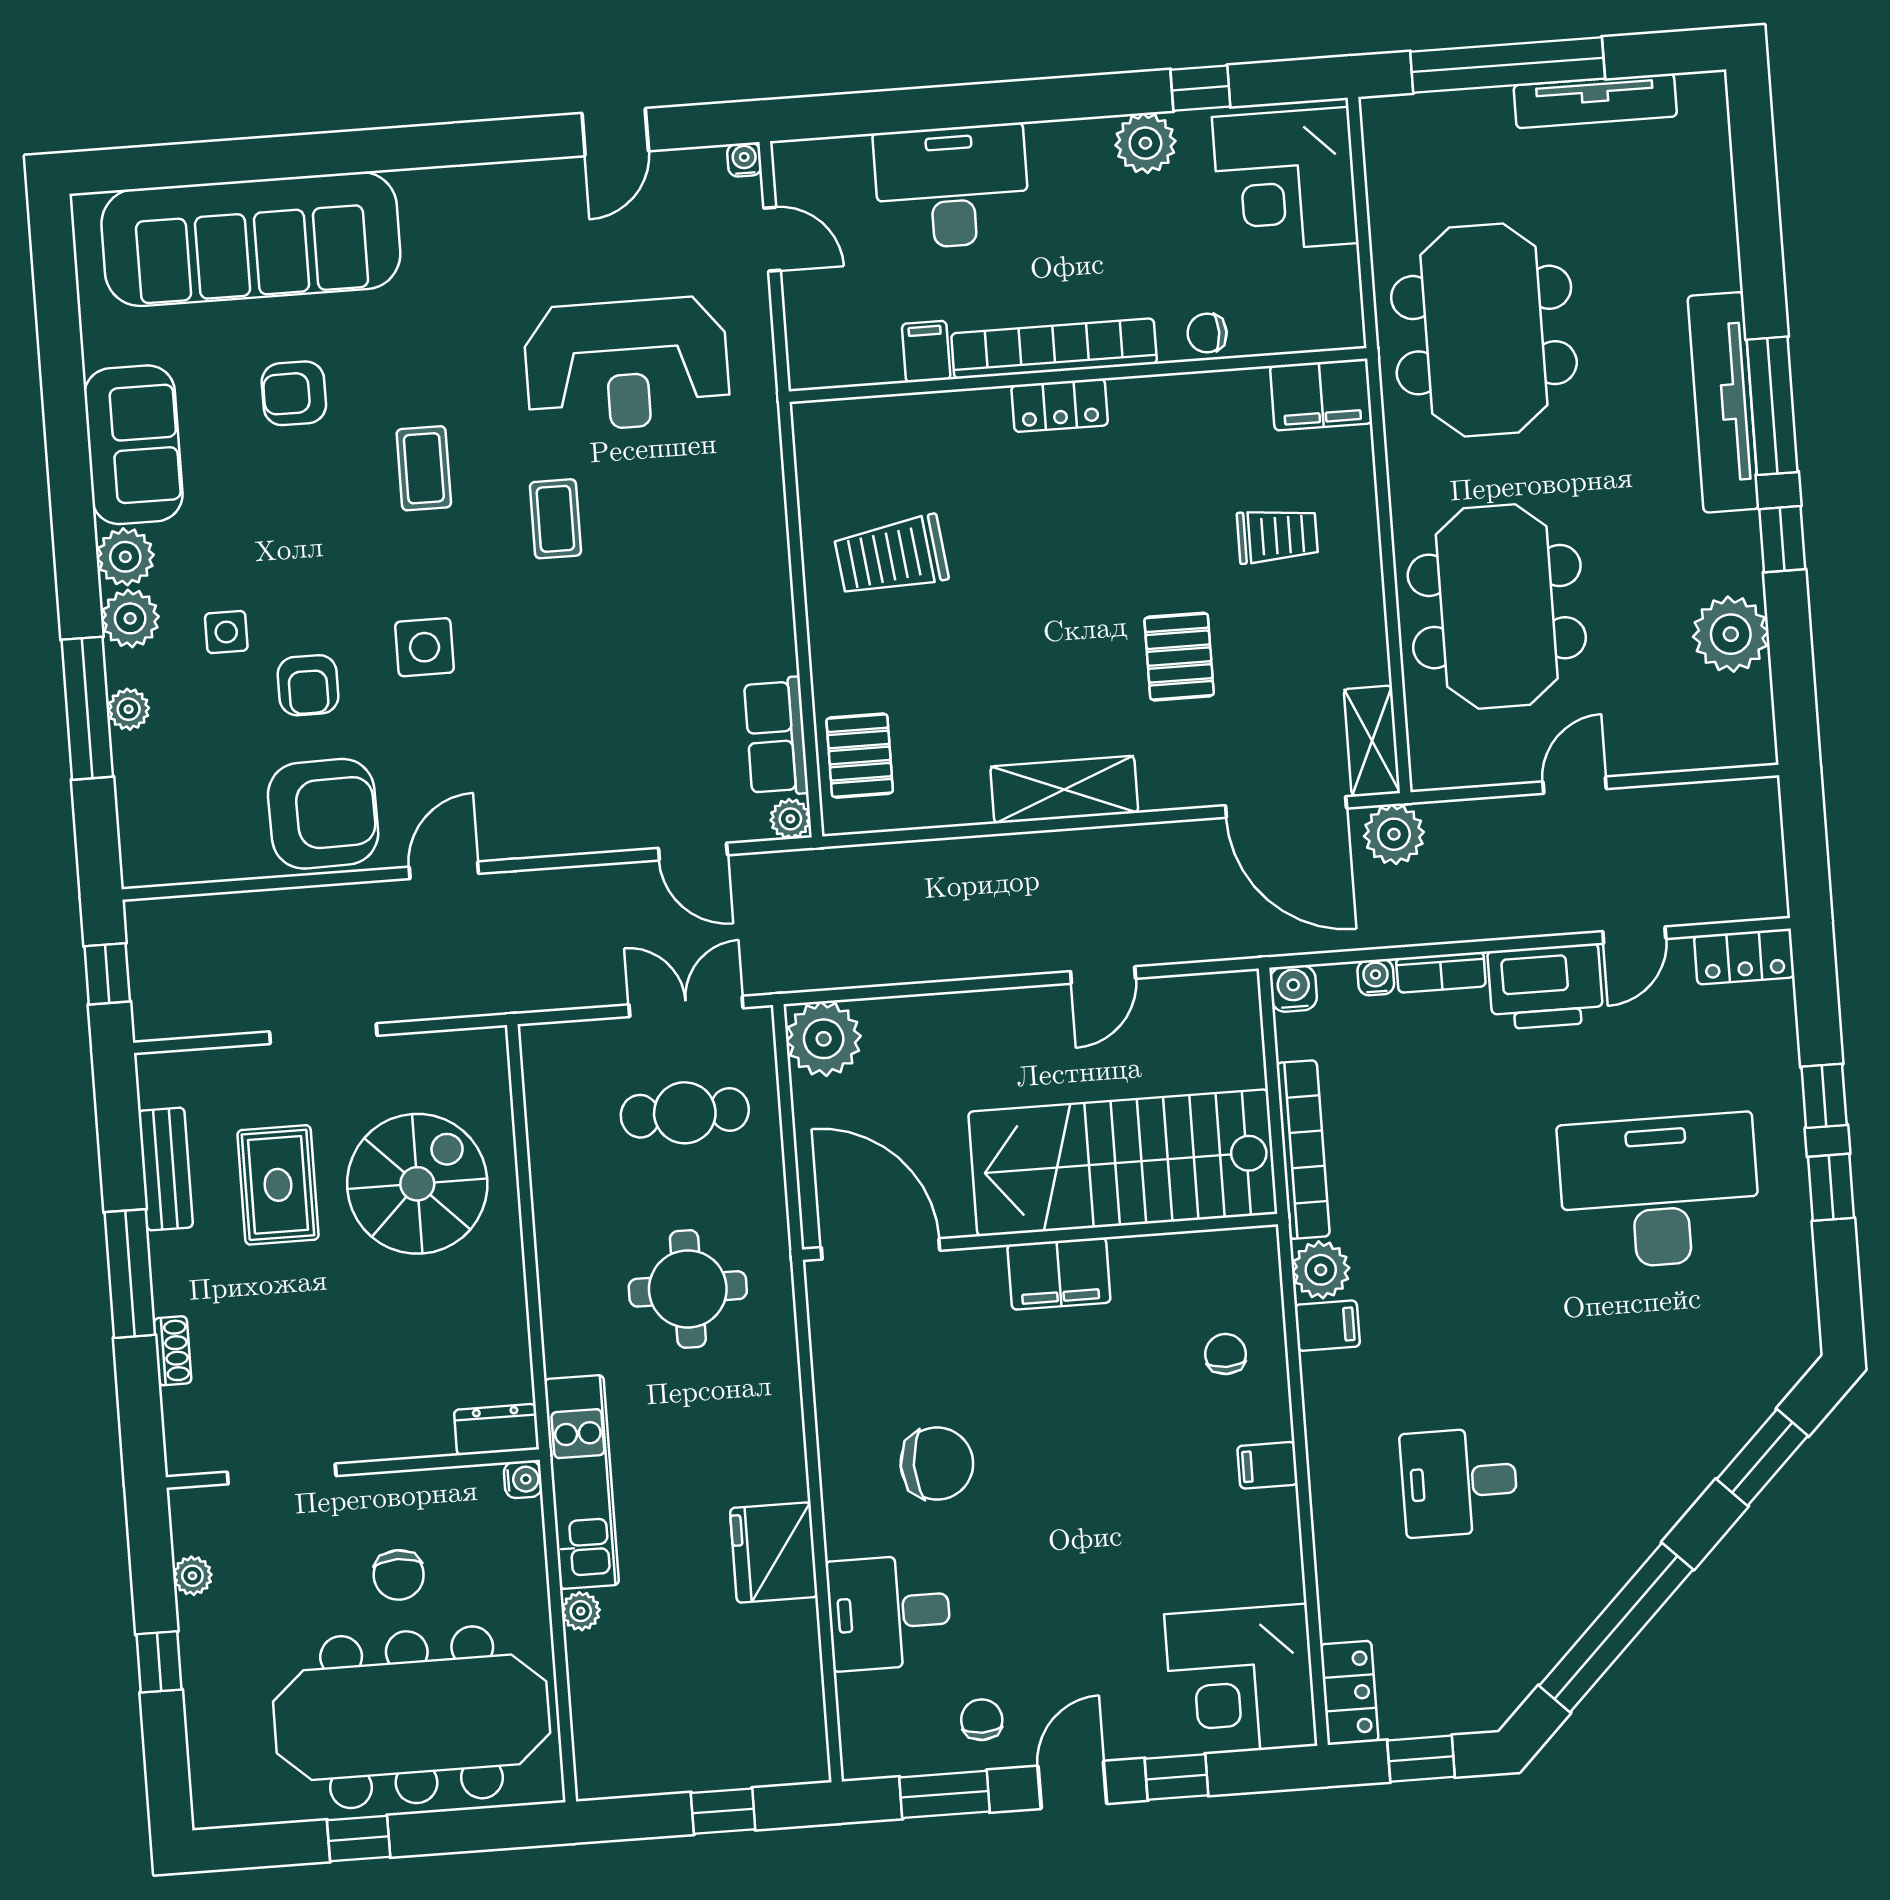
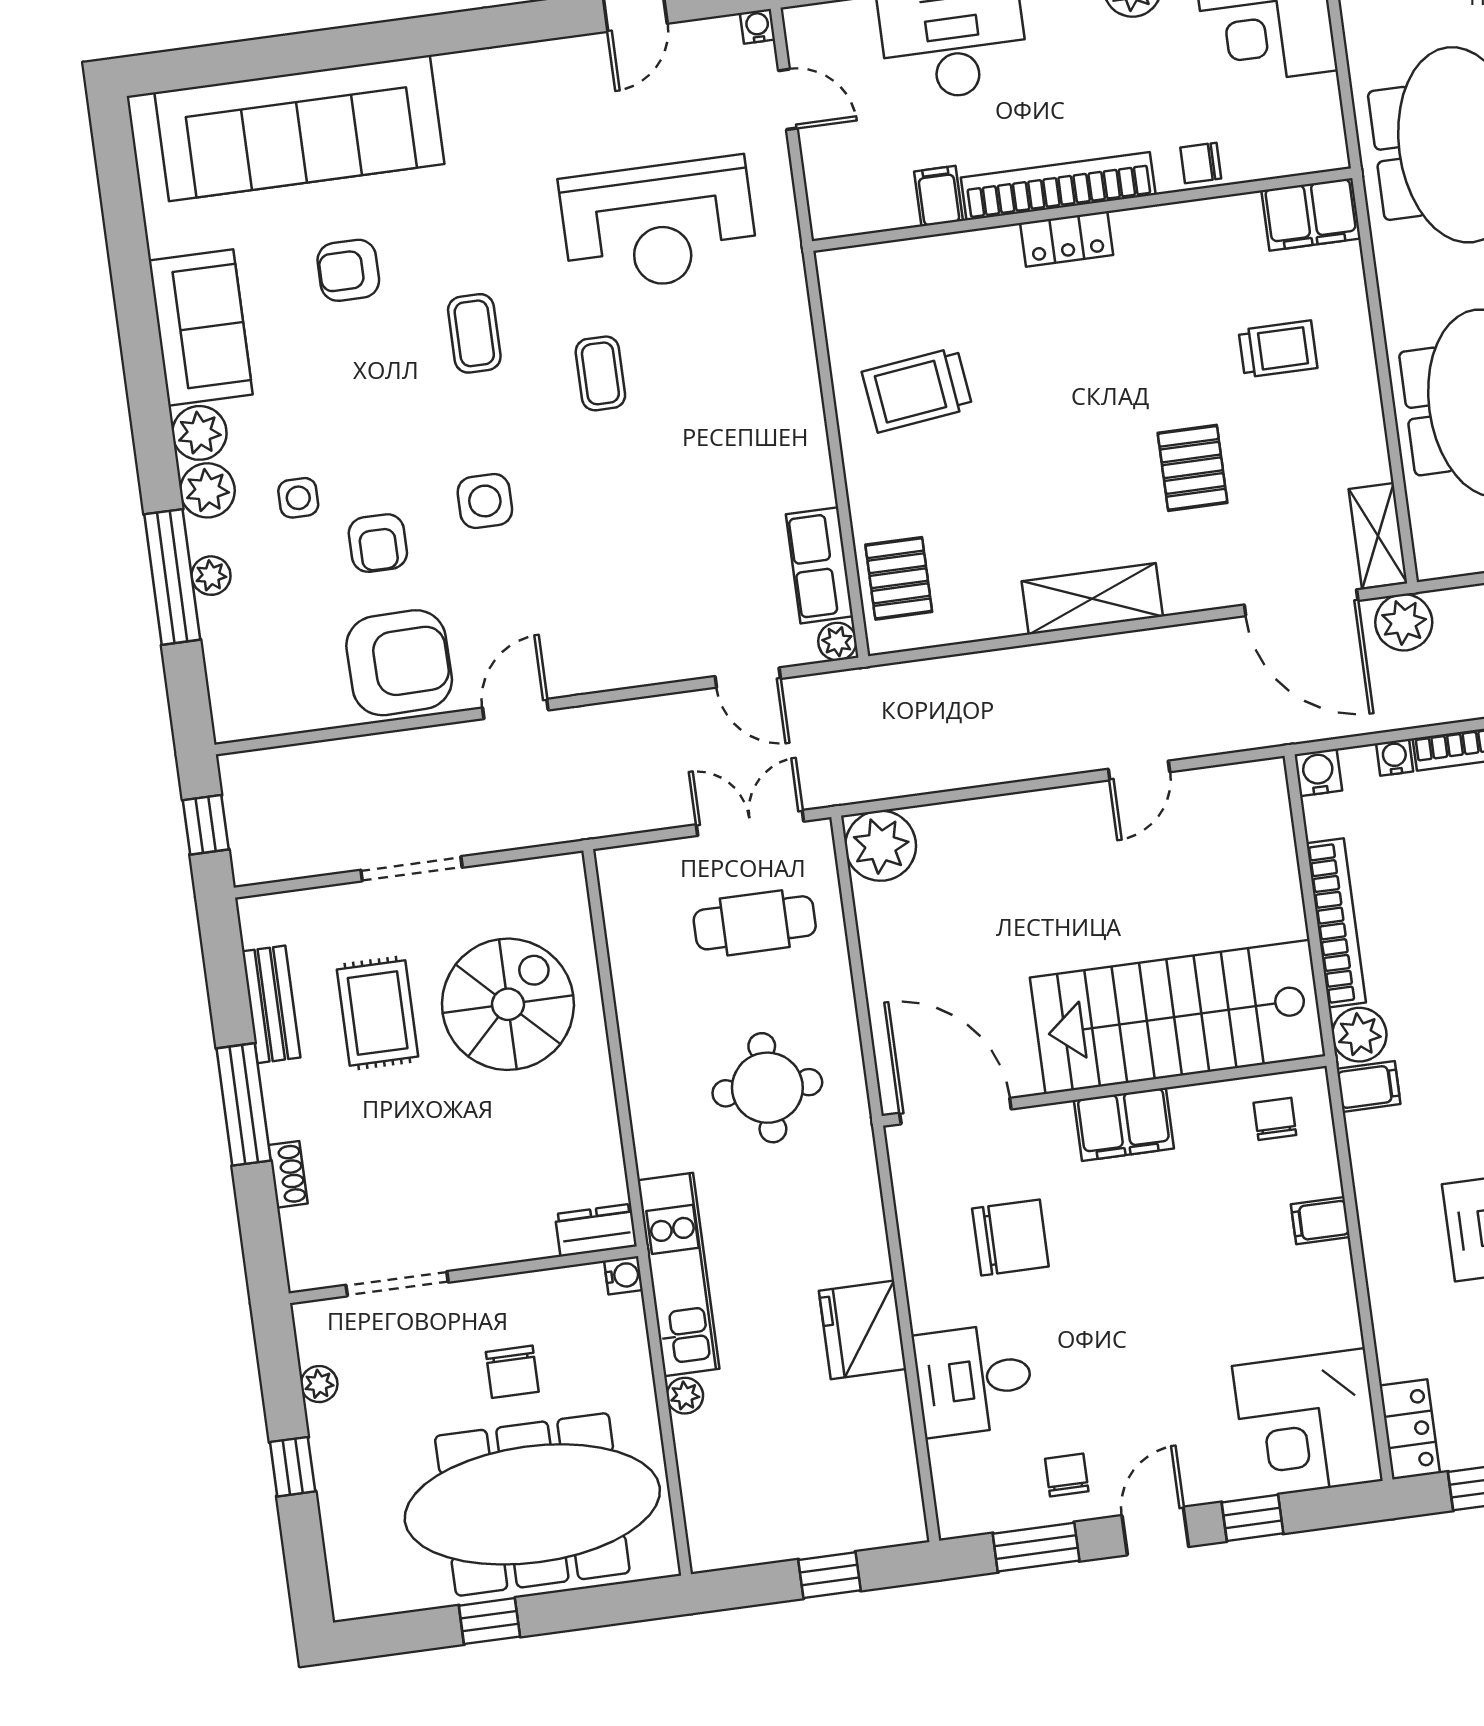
stairs: (1123, 1163) -> (1178, 1017), moved
wall: (1040, 1237) -> (1104, 1091), moved
door: (881, 1249) -> (955, 1111), moved
filing cabinet: (1059, 1274) -> (1124, 1124), moved

